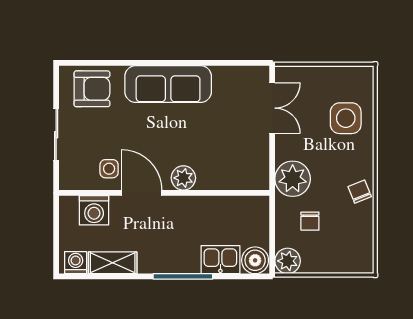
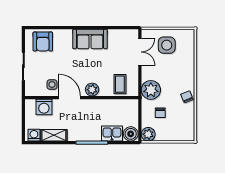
sofa: (168, 84) -> (90, 39), width x0.73
armchair: (92, 89) -> (43, 42), turned 90
side table: (346, 118) -> (167, 45), moved
coffee table: (235, 168) -> (120, 84), added

